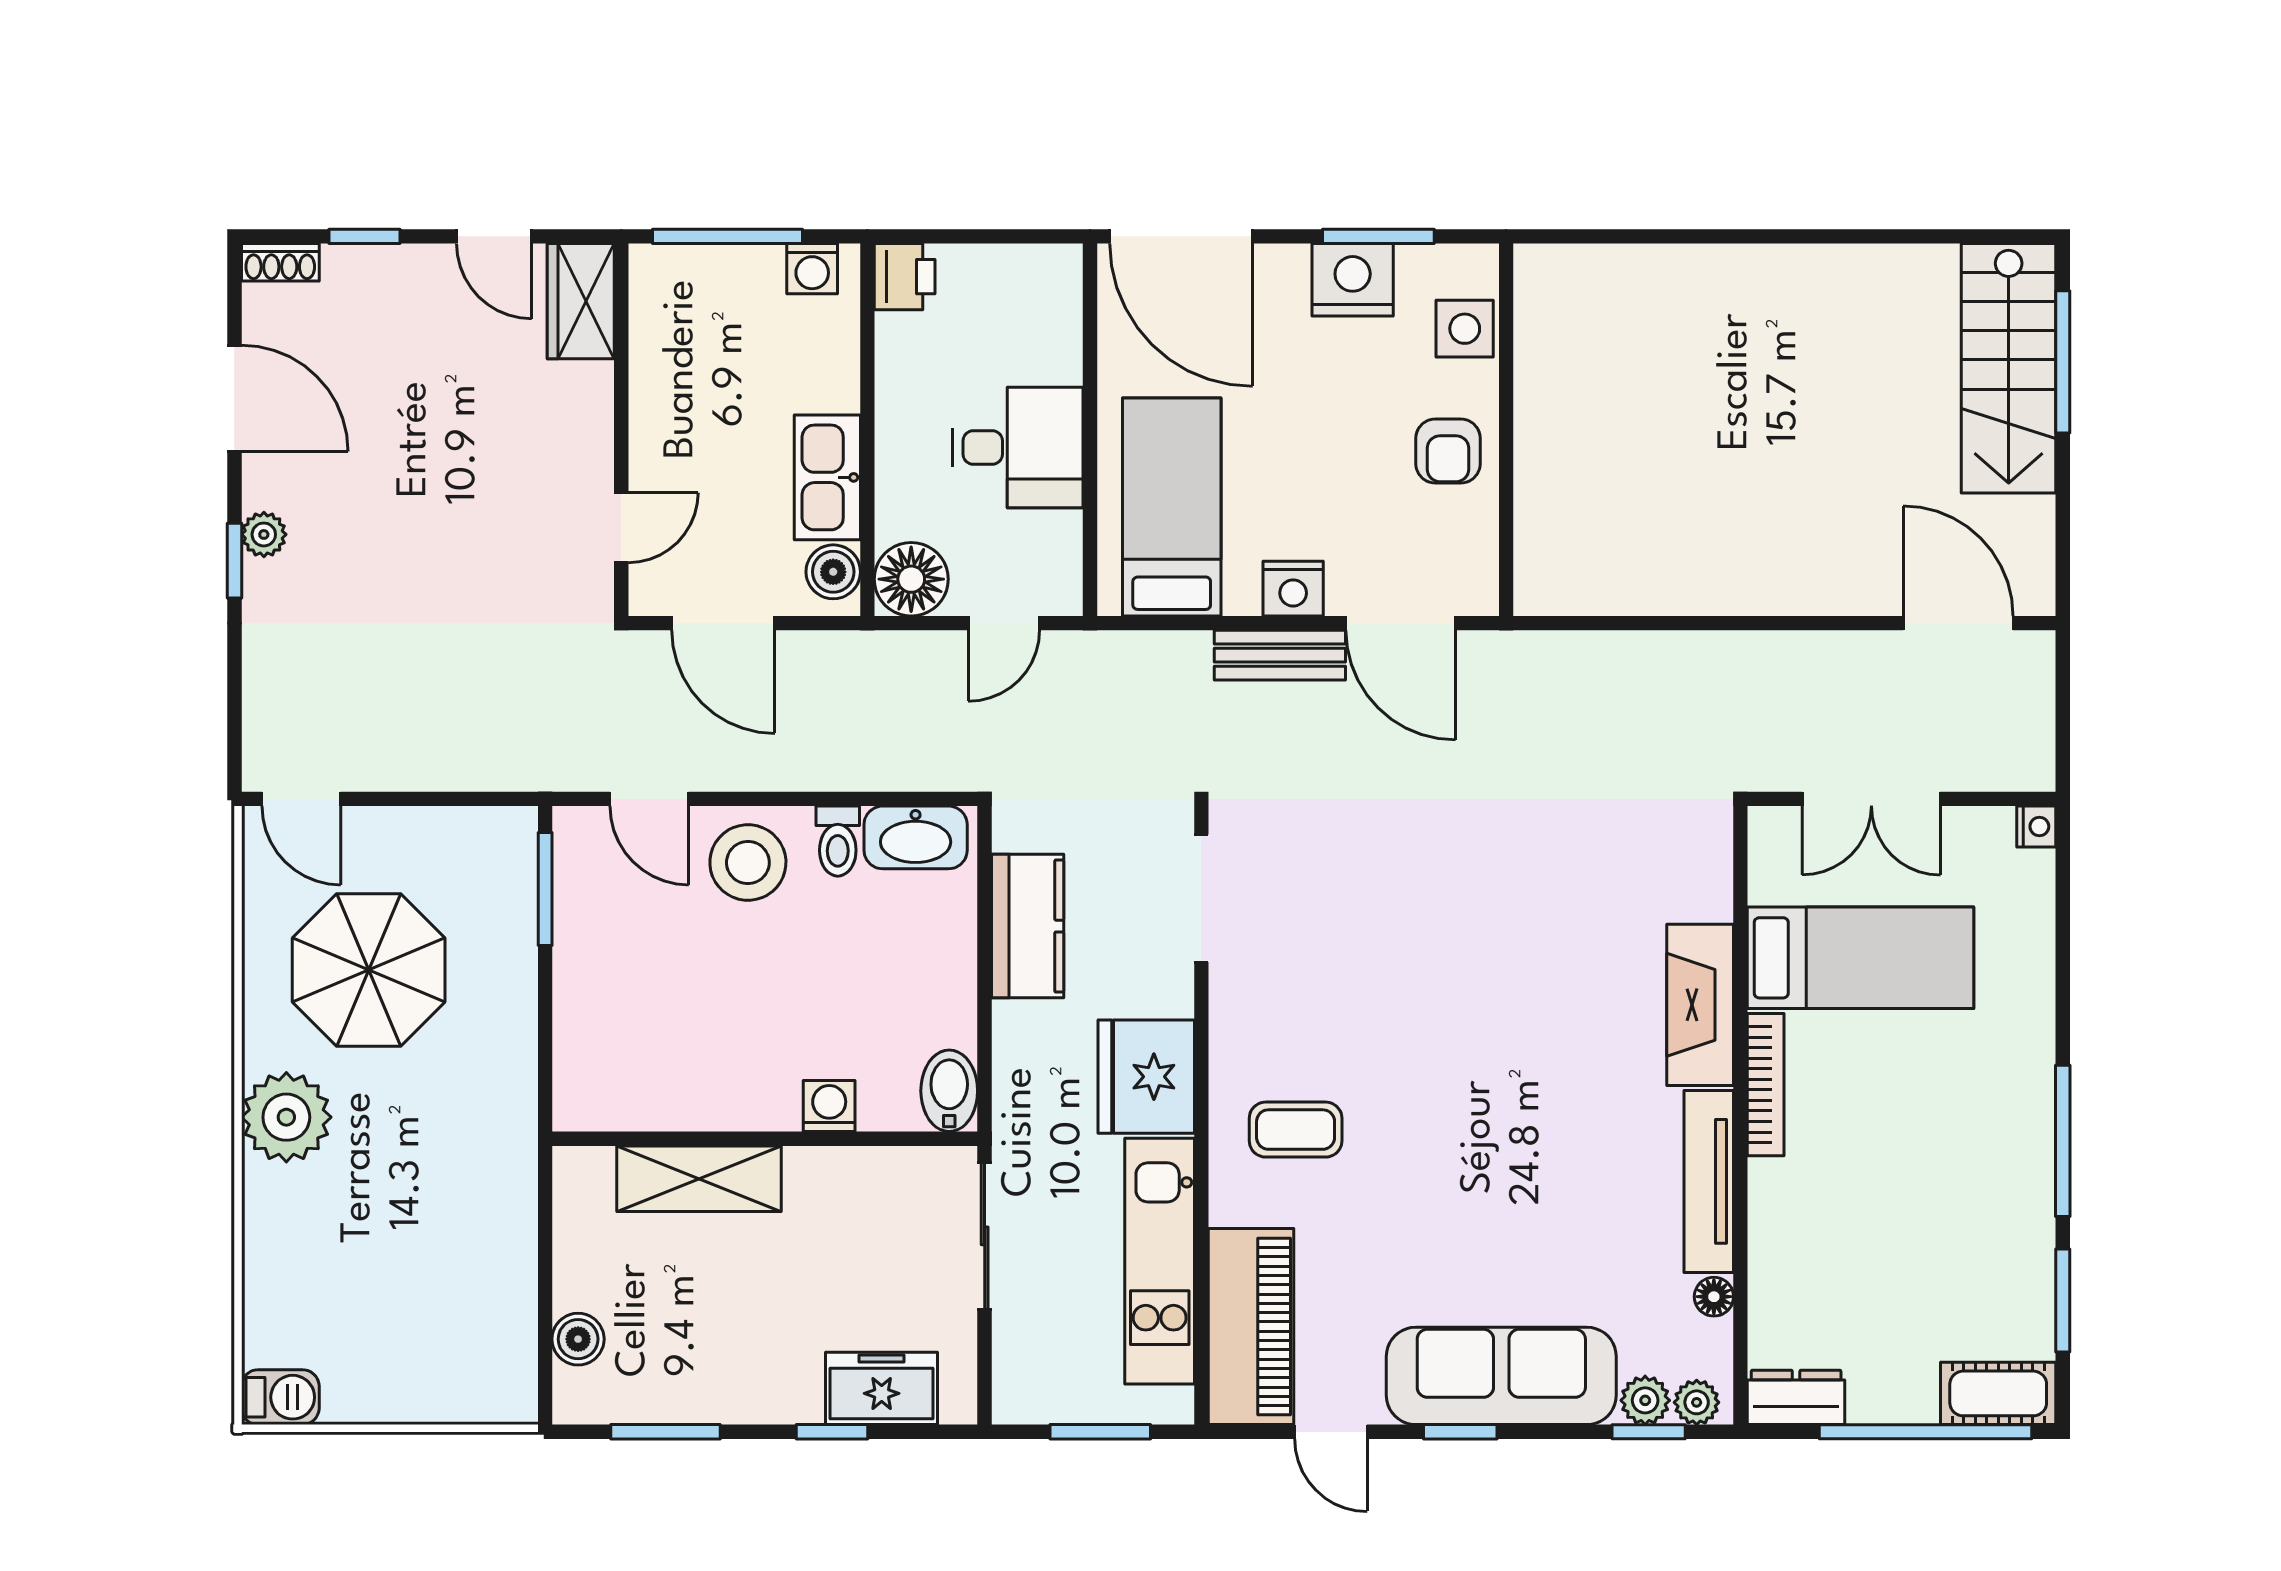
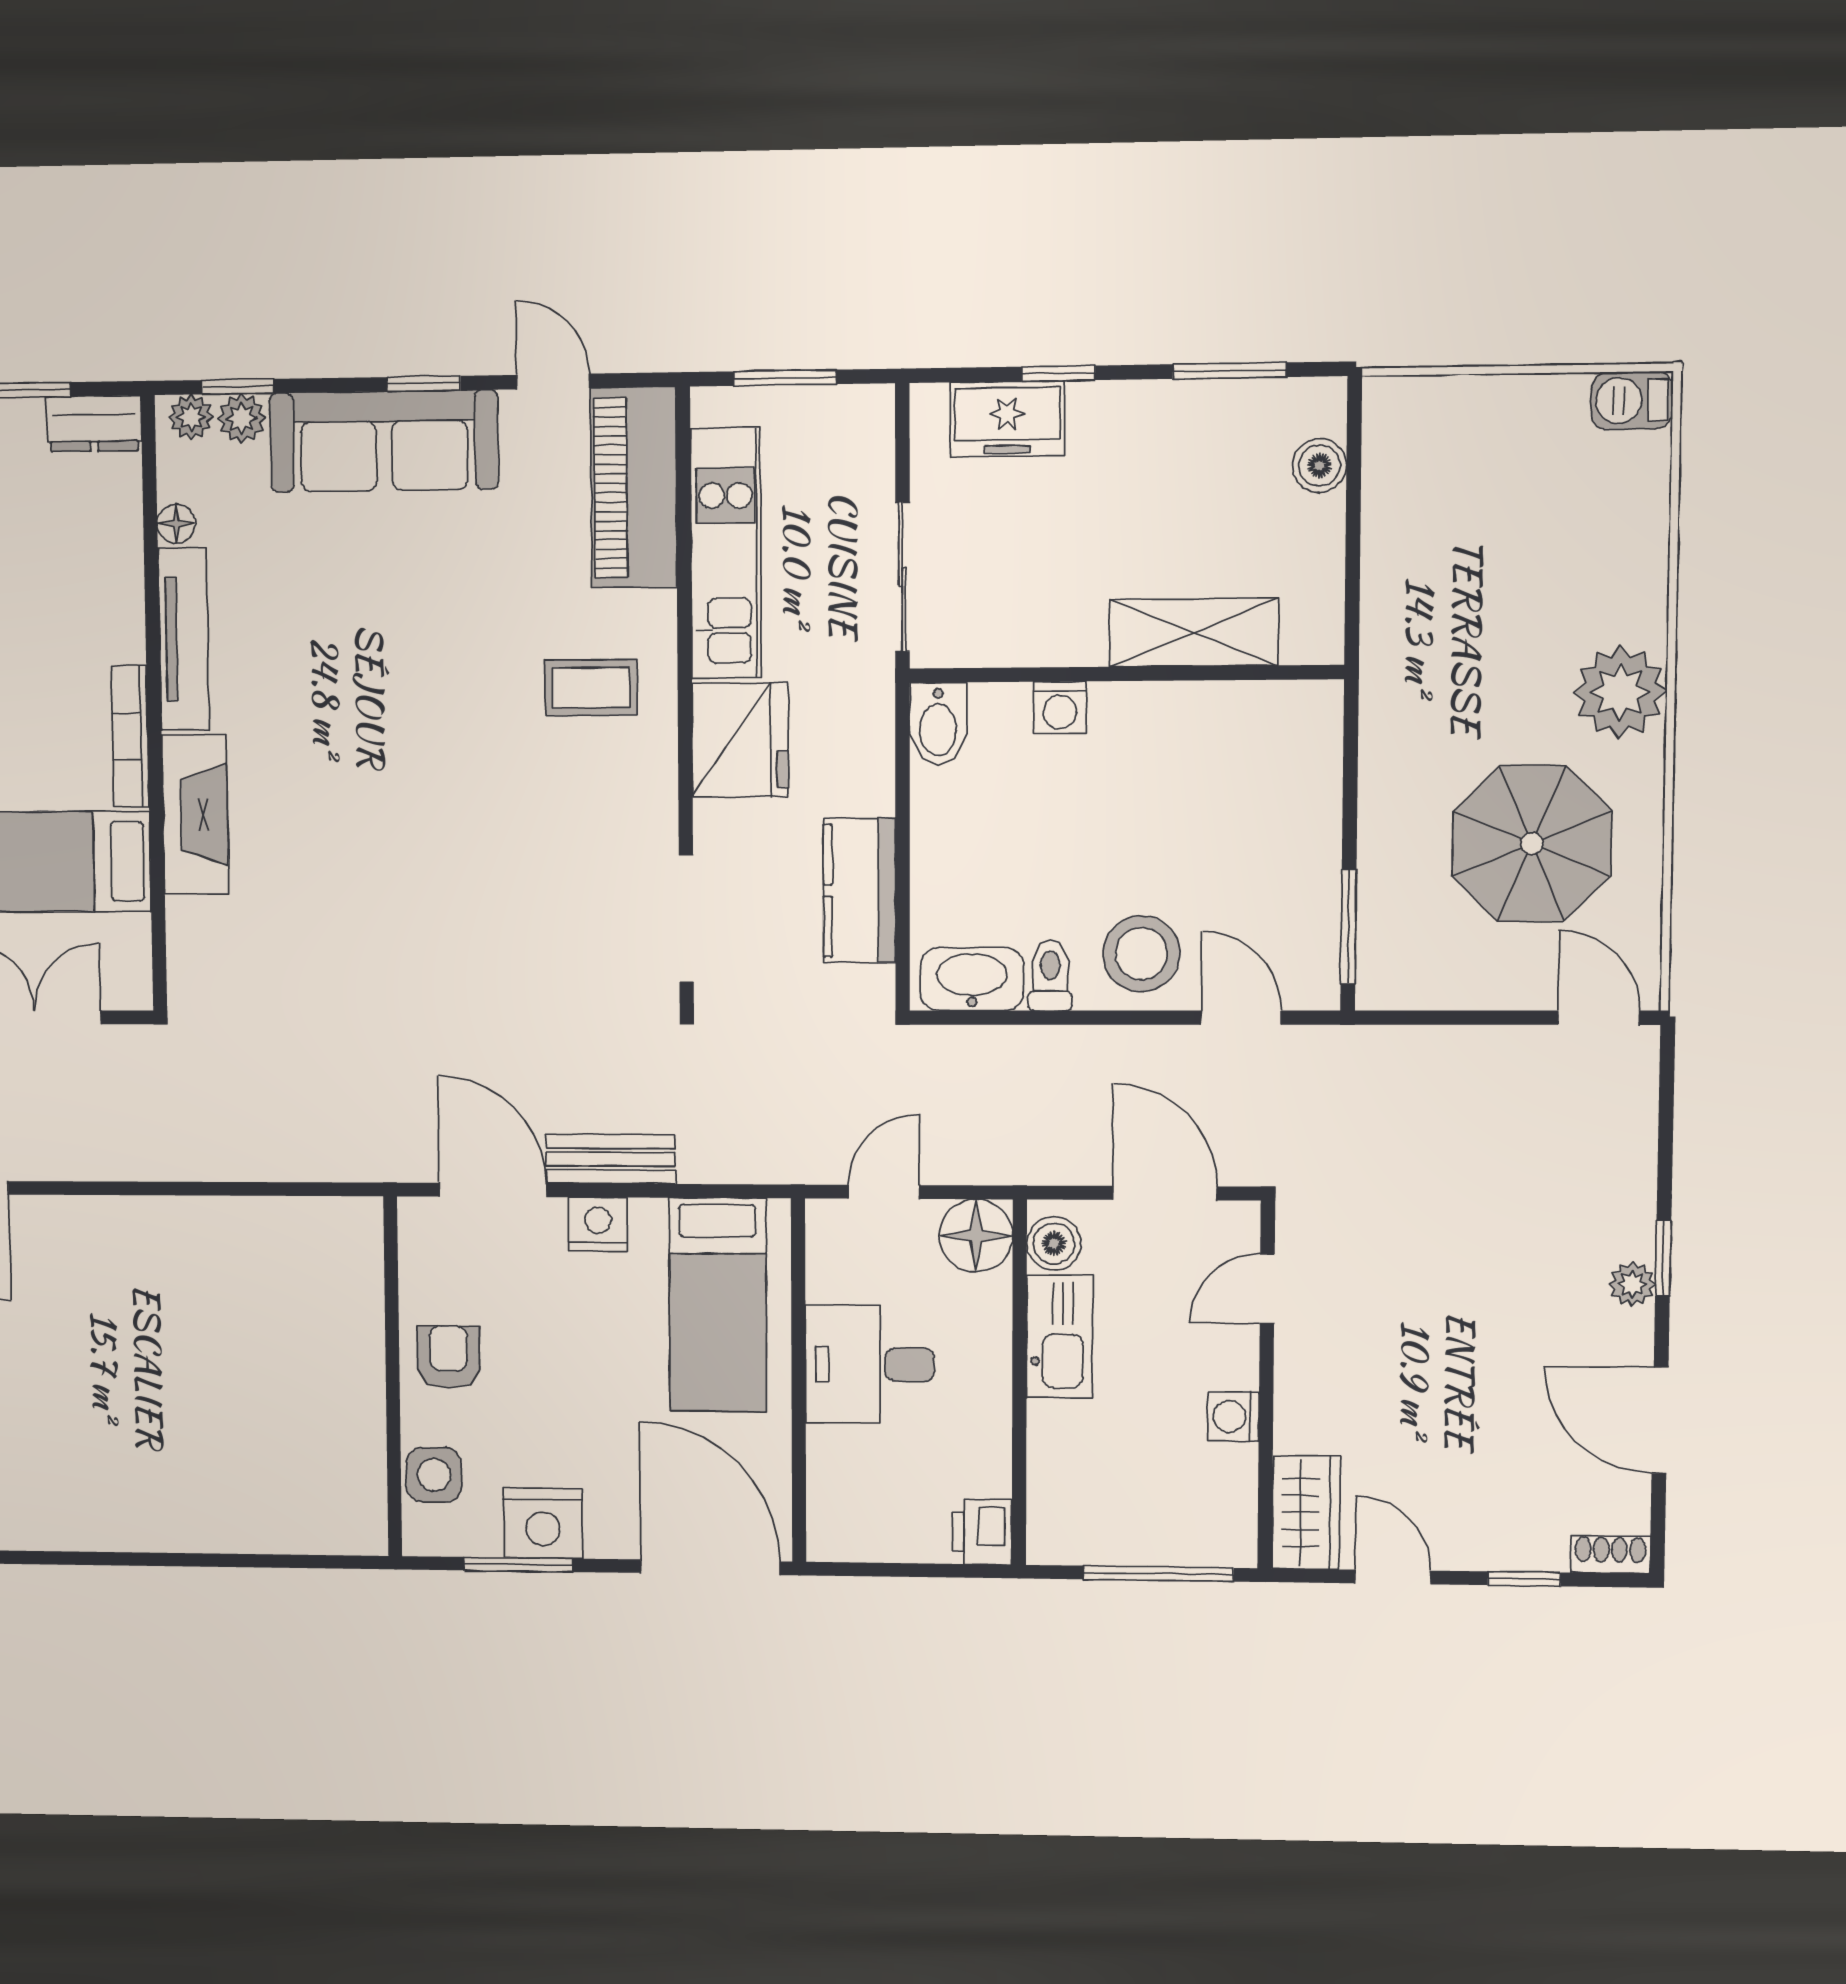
washing machine: (812, 269) -> (1233, 1417), moved, turned -90

